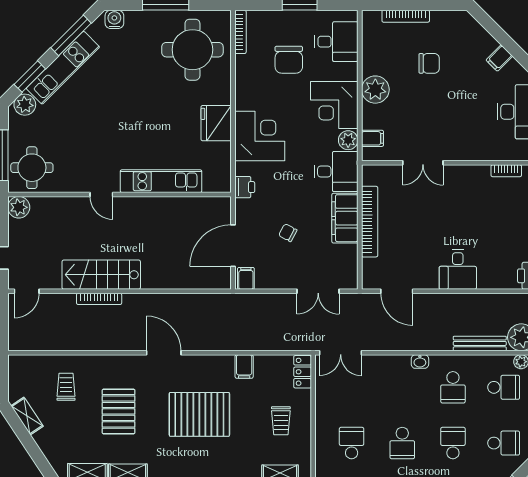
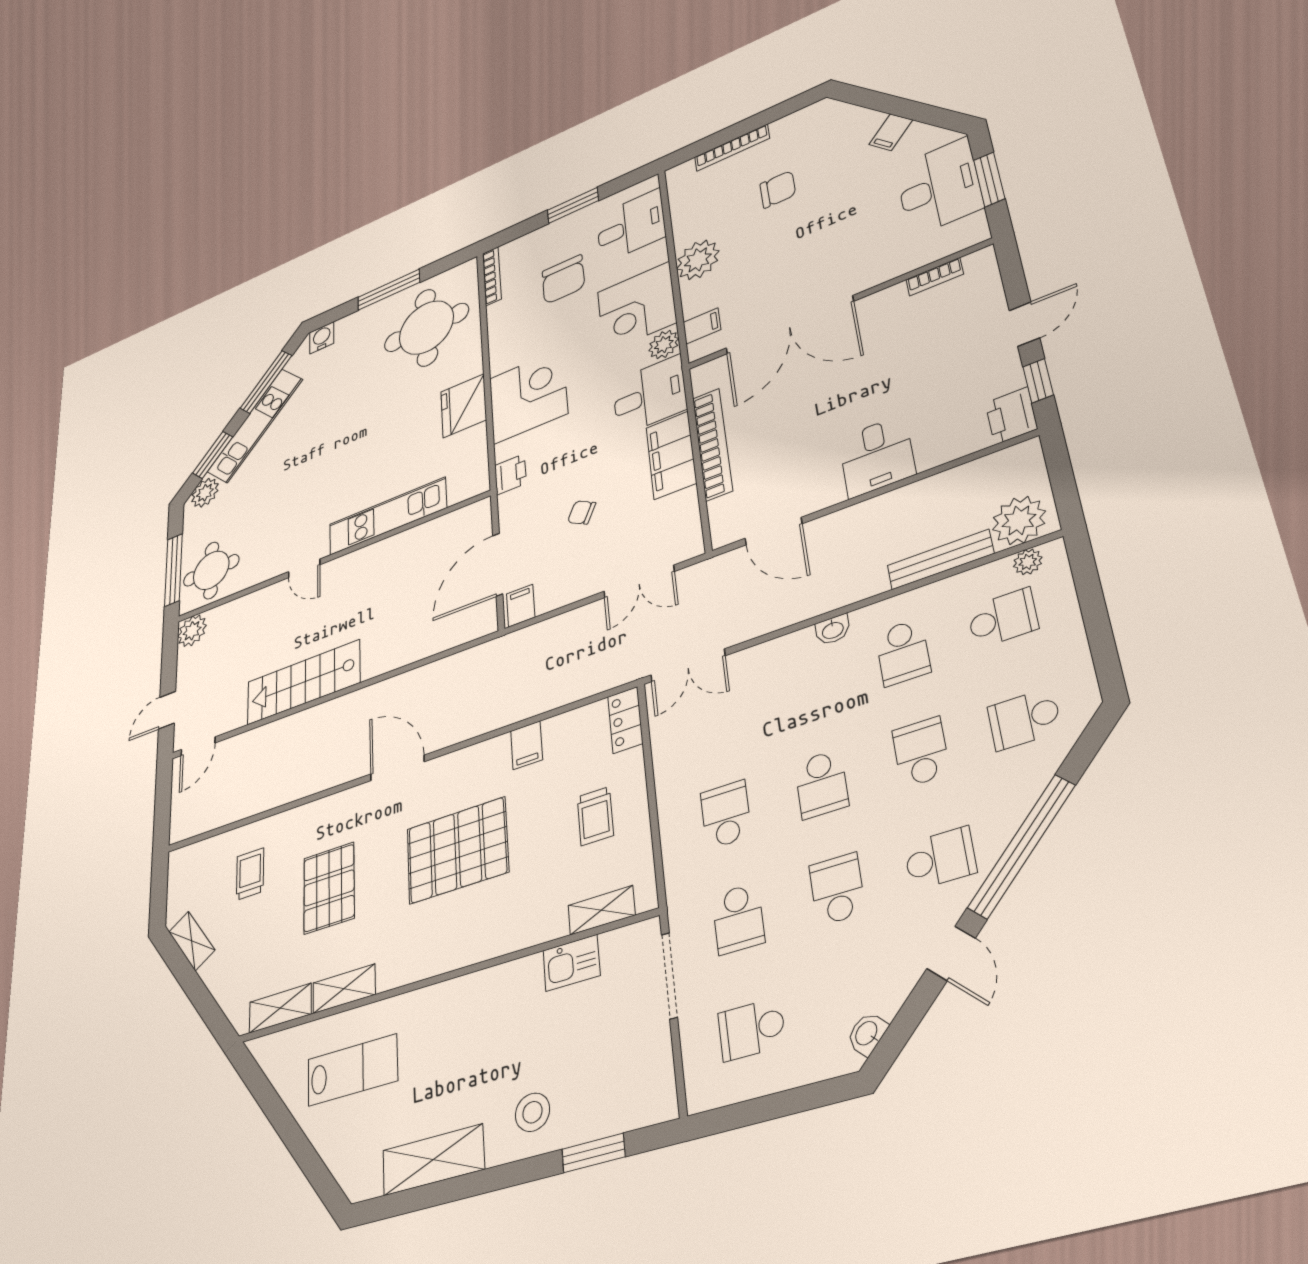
double door: (423, 163) -> (789, 325), width x1.87
bookcase: (99, 299) -> (300, 719), removed
school desk: (504, 443) -> (1024, 719), turned 180

